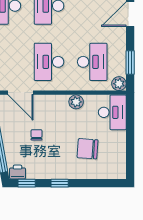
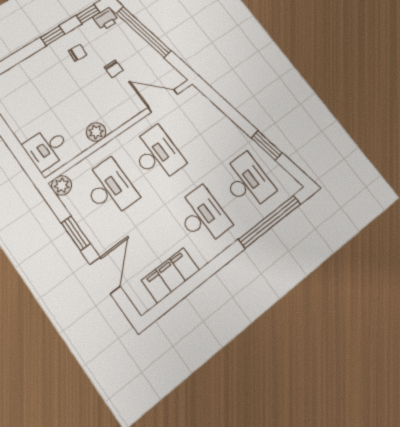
desk: (92, 62) -> (110, 188), turned 180
window: (130, 63) -> (76, 233), moved
desk: (112, 112) -> (47, 148), width x0.73
chair: (88, 149) -> (78, 53), moved, width x0.54, depth x0.54

